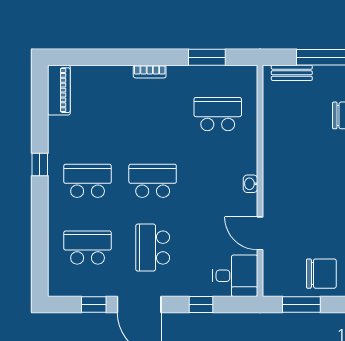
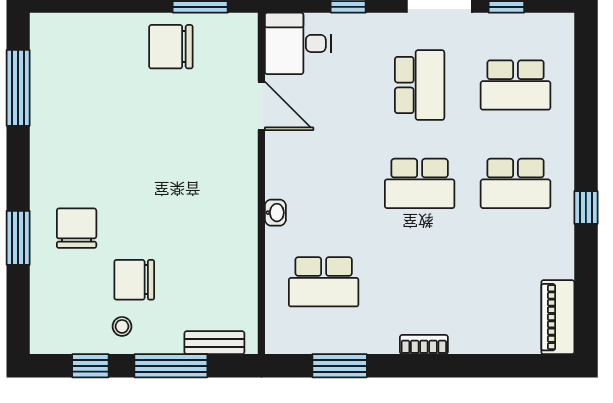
washbasin: (250, 184) -> (275, 213), moved

